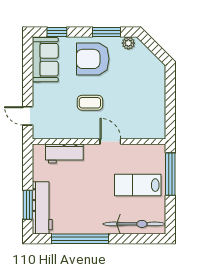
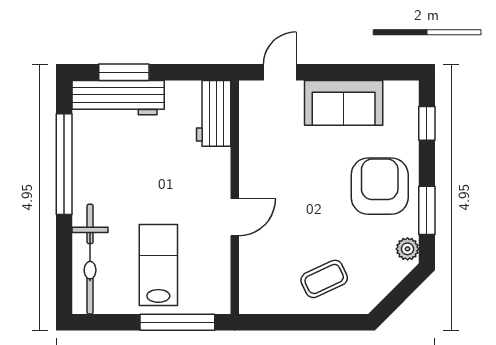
sofa: (45, 60) -> (344, 103), moved
coffee table: (90, 103) -> (324, 279), moved, turned 65
workbench: (64, 154) -> (214, 113), moved

